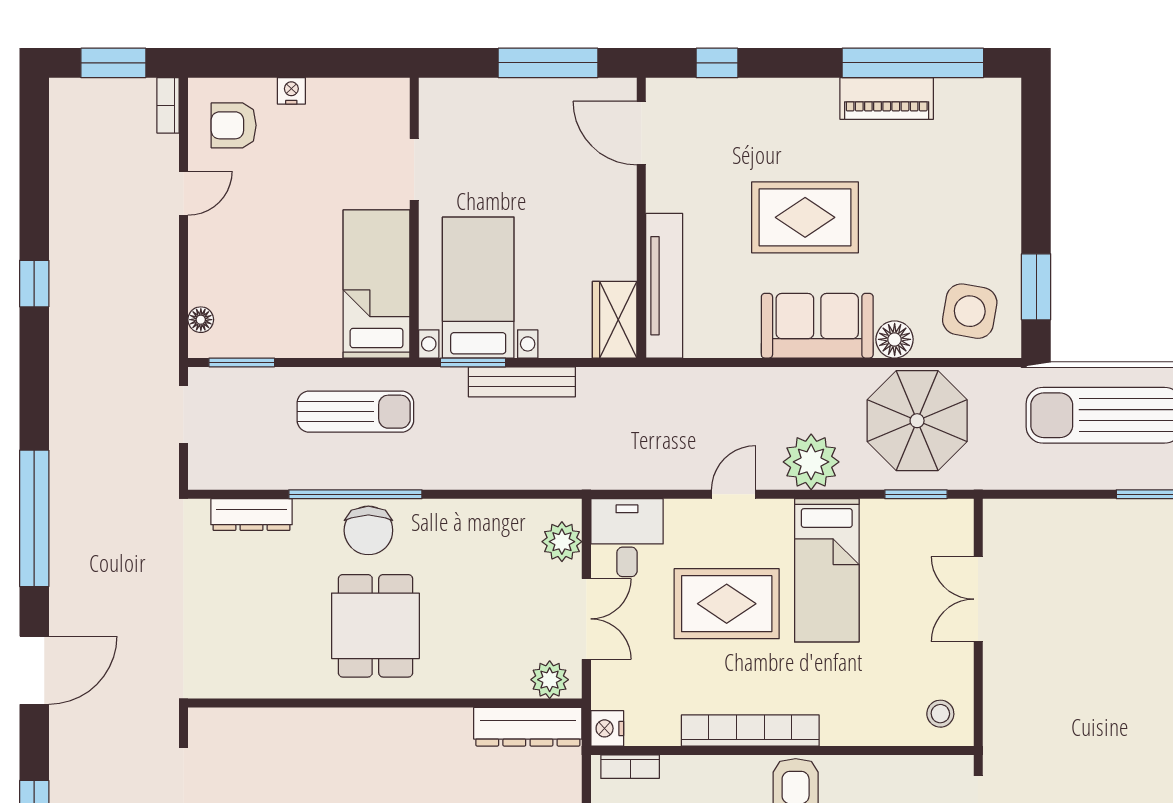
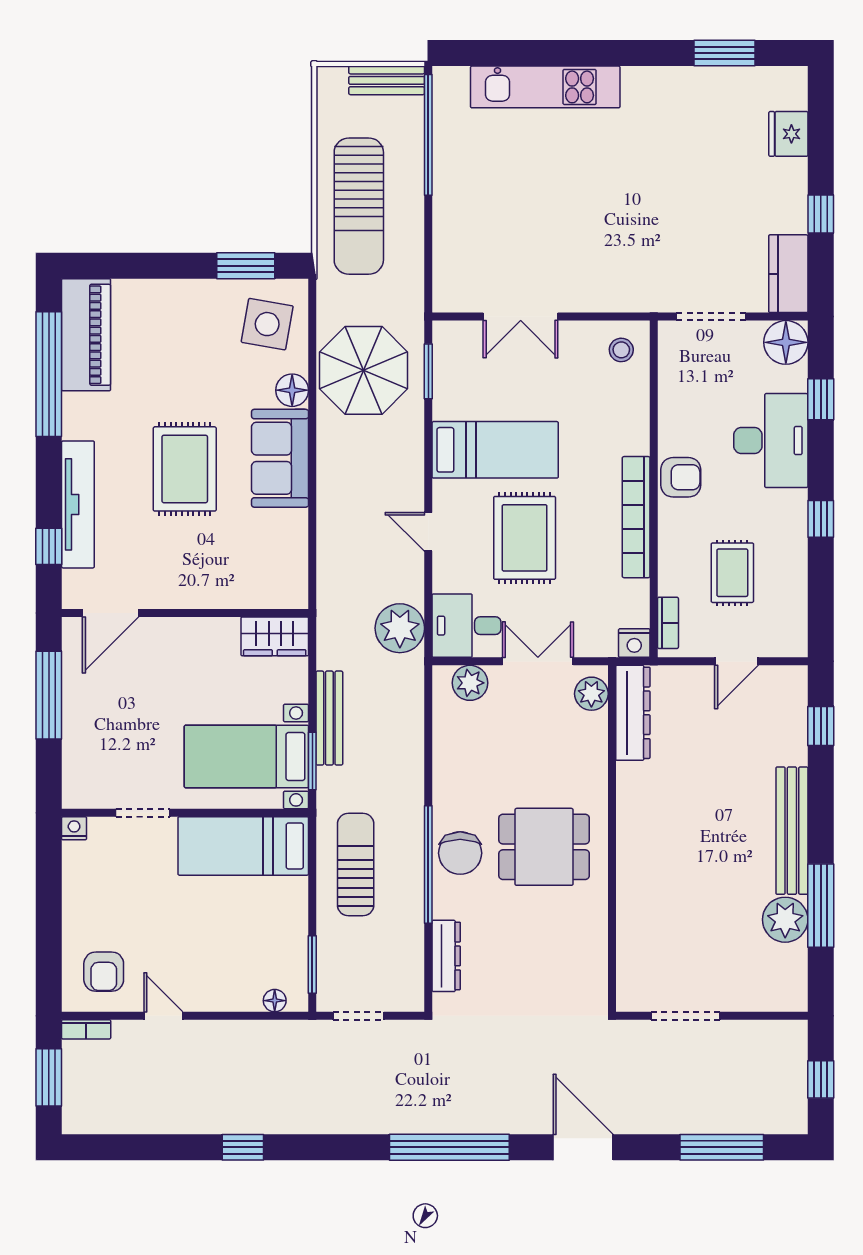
nightstand: (291, 91) -> (74, 828), moved, turned 90
piano: (887, 98) -> (86, 335), moved, width x1.37, depth x1.33
tv unit: (664, 286) -> (78, 504), moved, turned 90
plant: (811, 462) -> (400, 628), moved
chair: (368, 530) -> (460, 853), turned 90

